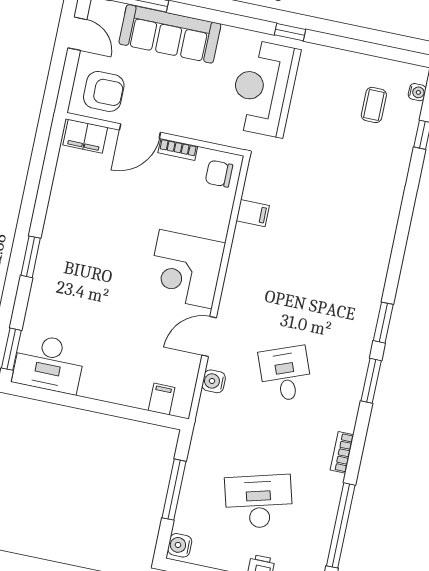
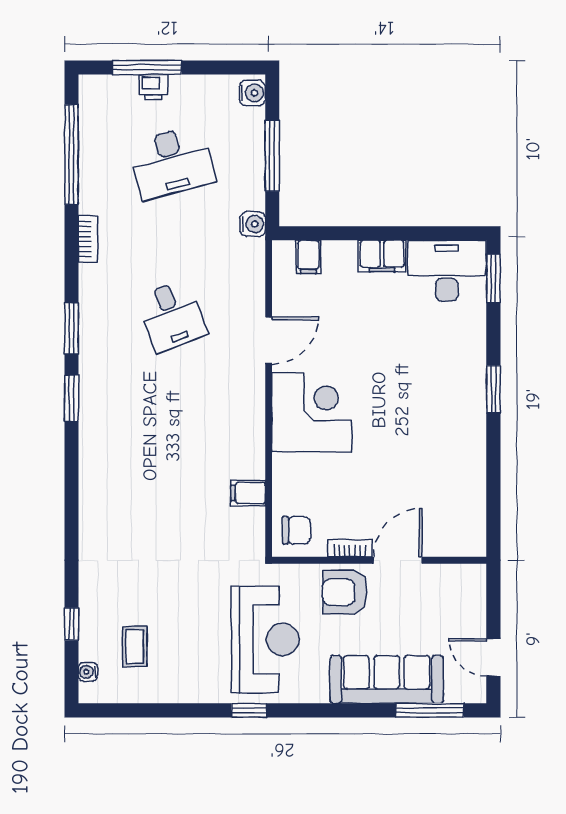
armchair: (104, 91) -> (345, 592), moved
filing cabinet: (85, 136) -> (382, 256), moved, turned 180
water cooler: (214, 381) -> (253, 224), moved

